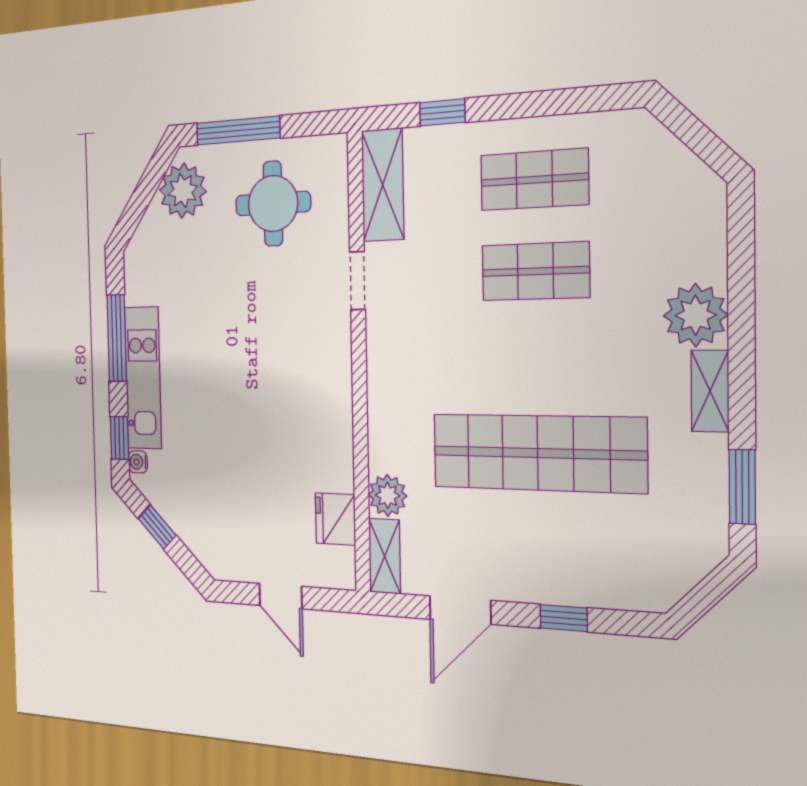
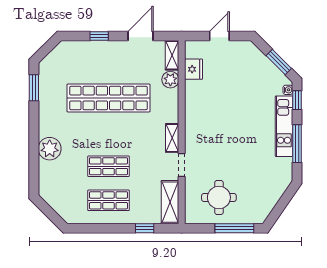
plant: (183, 191) -> (262, 205), removed
shelving: (710, 391) -> (172, 138), moved
window: (157, 527) -> (279, 62), width x1.50
door: (281, 596) -> (219, 36), hinge flipped

